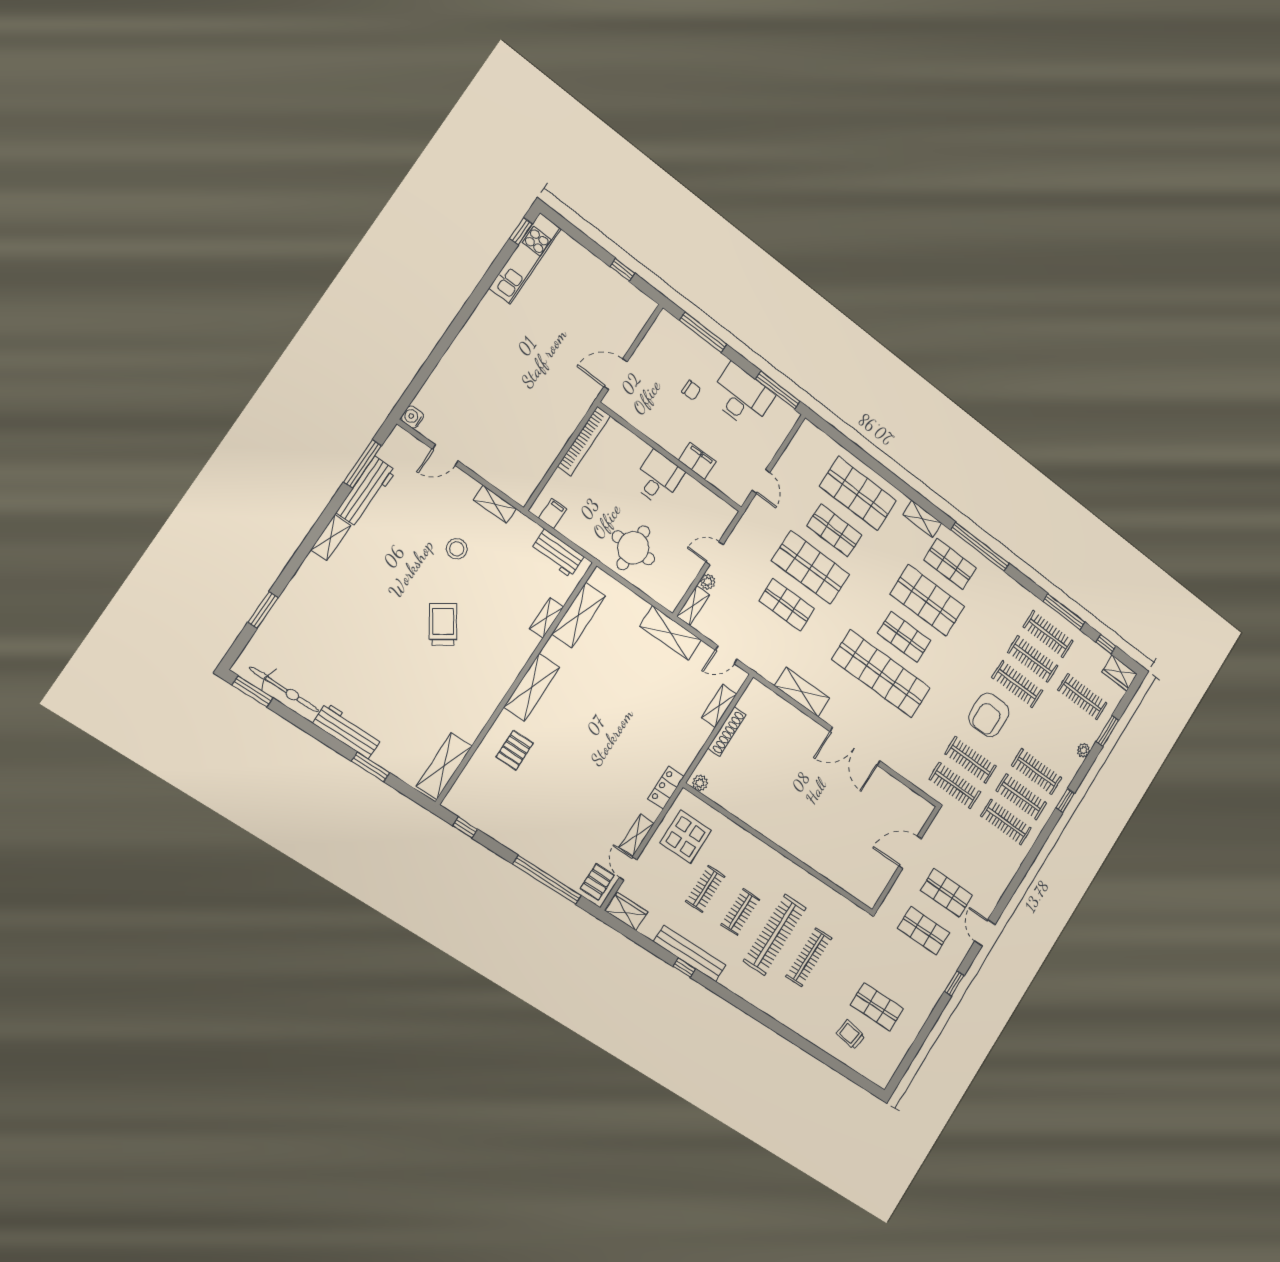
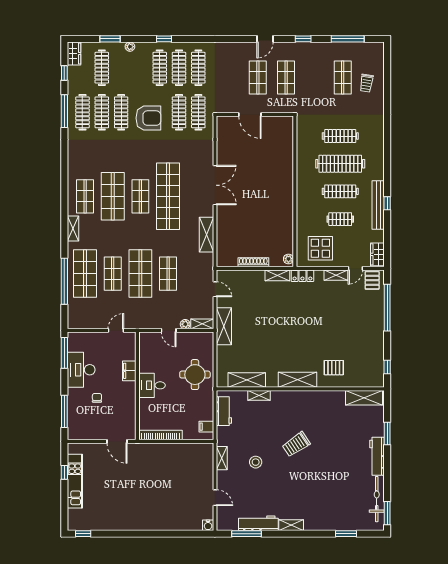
kitchen unit: (525, 259) -> (75, 481), moved, turned 90
window: (980, 547) -> (64, 281), moved
shelving: (719, 706) -> (277, 275), moved
pallet: (597, 882) -> (372, 280), turned 90
clothes rail: (740, 912) -> (340, 191), width x1.36
window: (918, 1043) -> (348, 39), added

